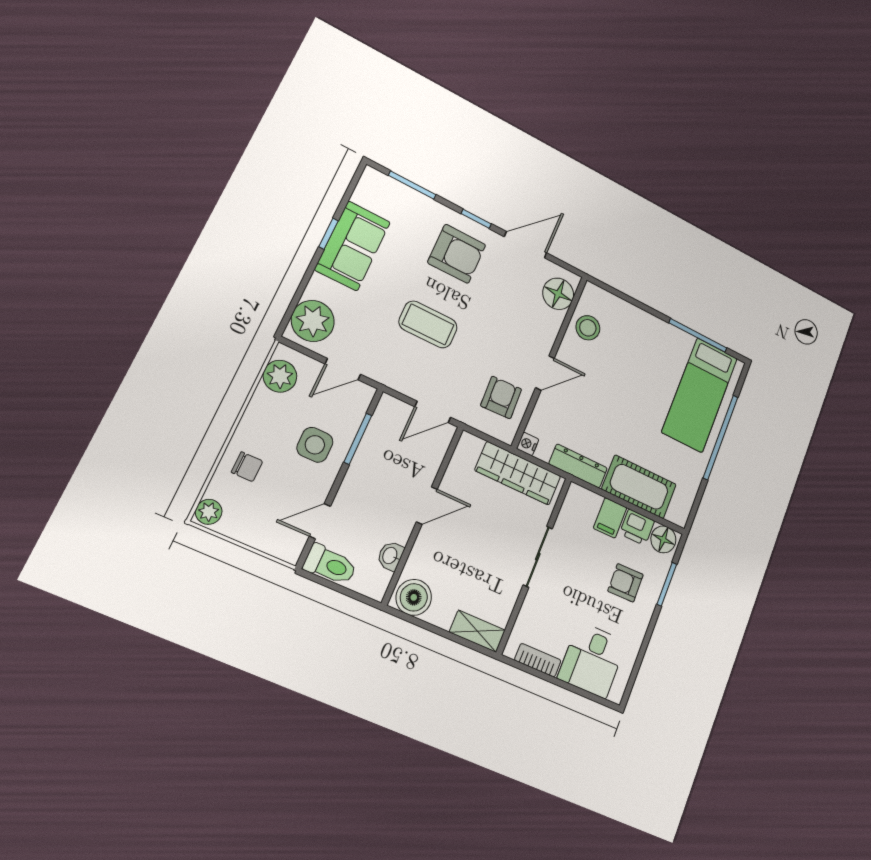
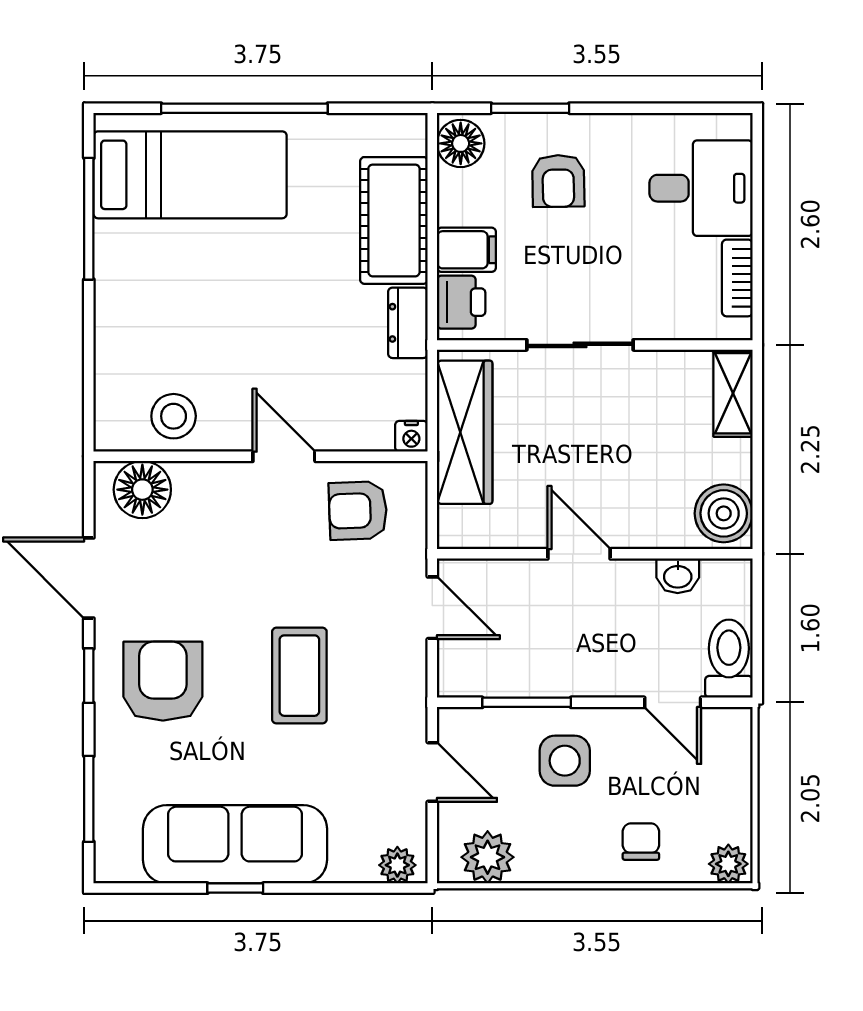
sofa: (353, 246) -> (235, 844), width x1.36
plant: (313, 321) -> (397, 865), width x0.53, depth x0.53
dresser: (578, 466) -> (408, 323), width x0.70
printer: (637, 527) -> (461, 302), moved

